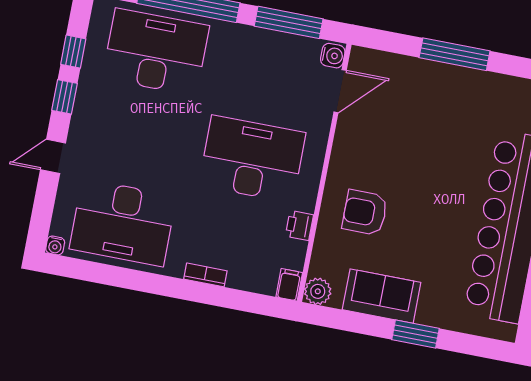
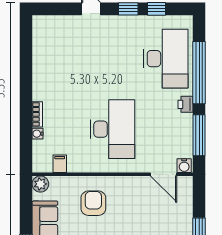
desk: (123, 223) -> (59, 59), removed
printer: (299, 226) -> (186, 104), moved, turned -90
water cooler: (55, 245) -> (38, 134), moved
filing cabinet: (289, 285) -> (60, 164), moved, turned -90

